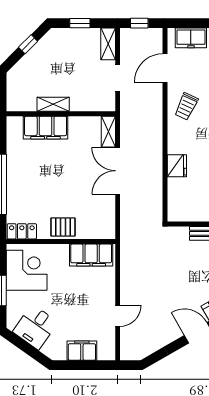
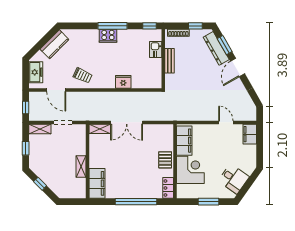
filing cabinet: (46, 128) -> (97, 183), moved
corner desk: (27, 270) -> (190, 170), moved, turned 90
filing cabinet: (82, 351) -> (250, 134), moved

